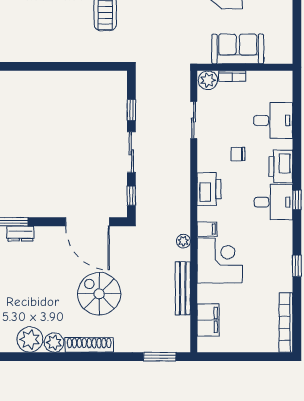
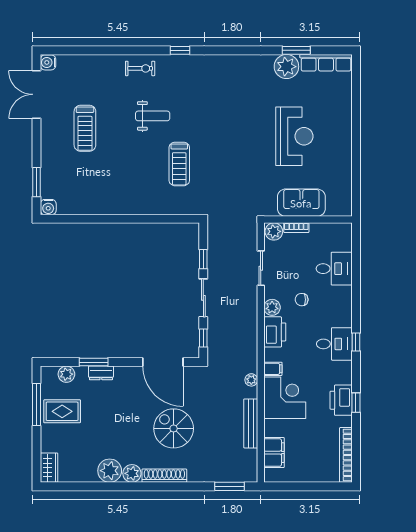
plant: (206, 162) -> (272, 307), added
printer: (281, 166) -> (341, 400), moved

